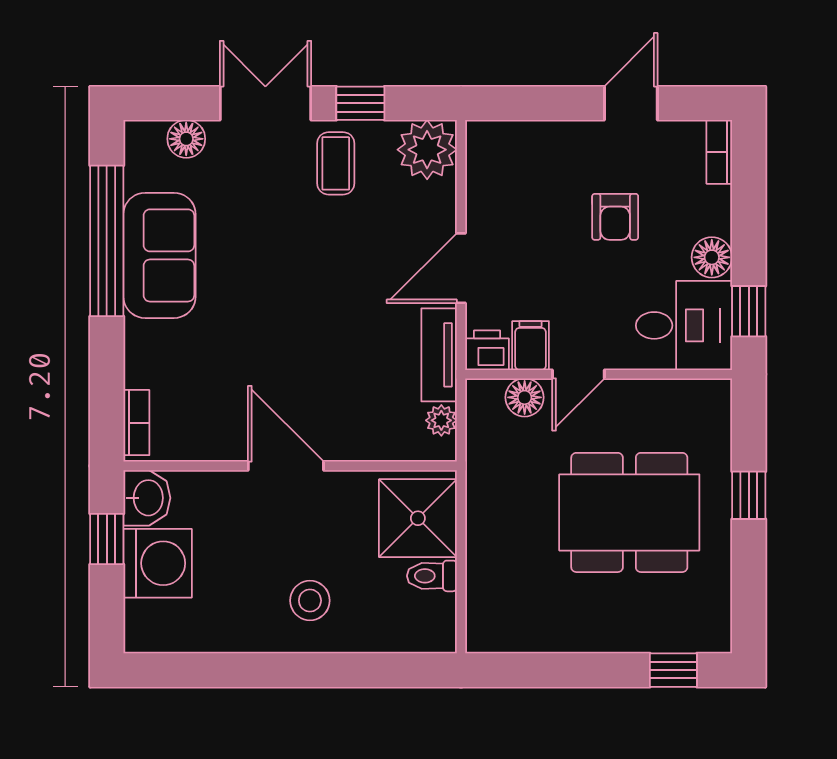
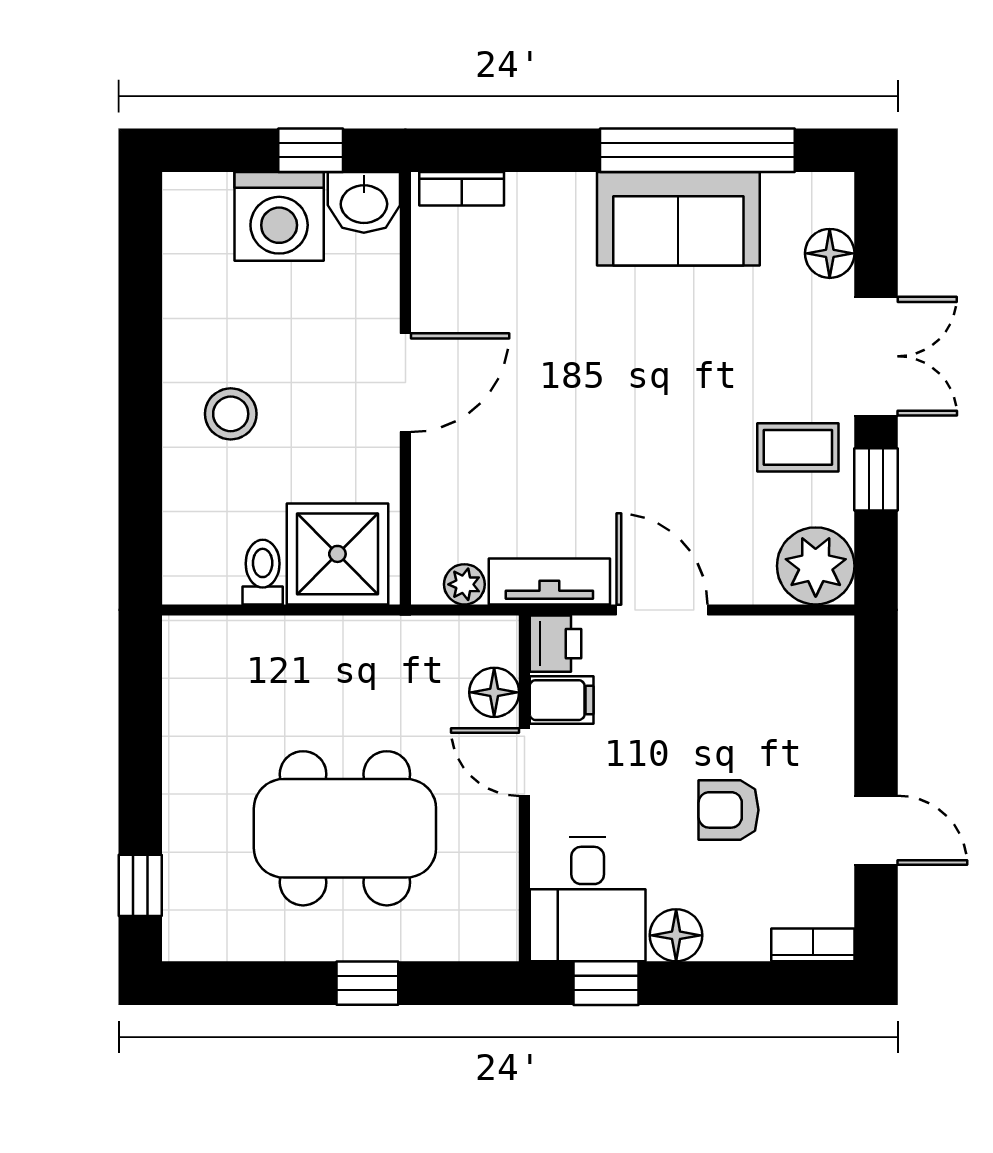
dining table: (629, 512) -> (345, 828), turned 90

